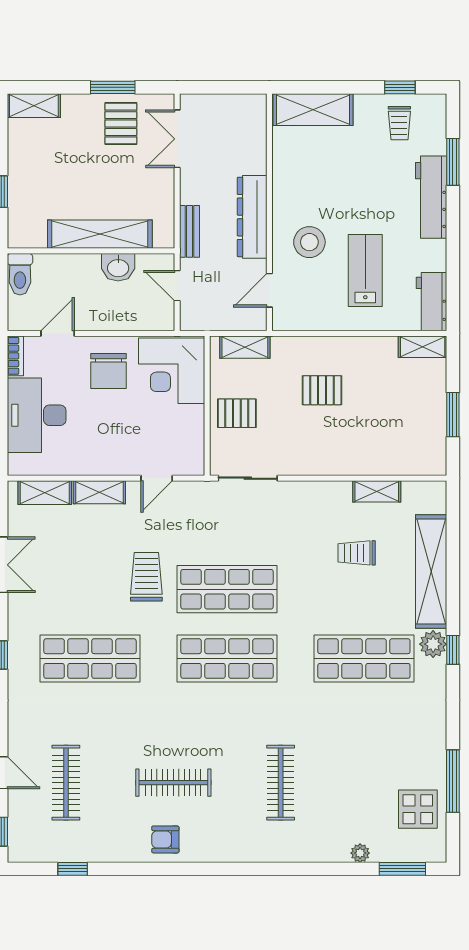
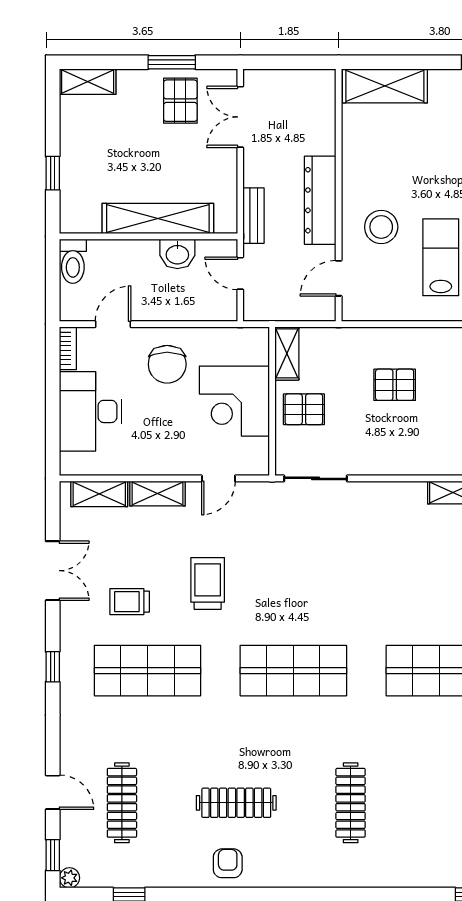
shelving: (245, 347) -> (287, 353), moved, turned 90
corner desk: (172, 371) -> (234, 401), moved
trolley: (357, 553) -> (130, 602), moved
shop shelf: (227, 589) -> (293, 597), removed
armchair: (165, 839) -> (228, 863), turned 90
plant: (360, 853) -> (69, 878), moved

